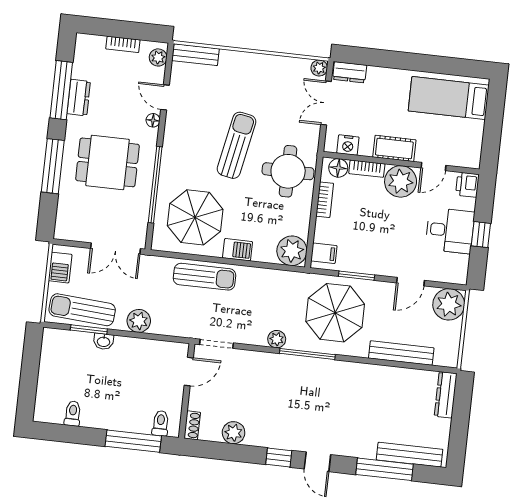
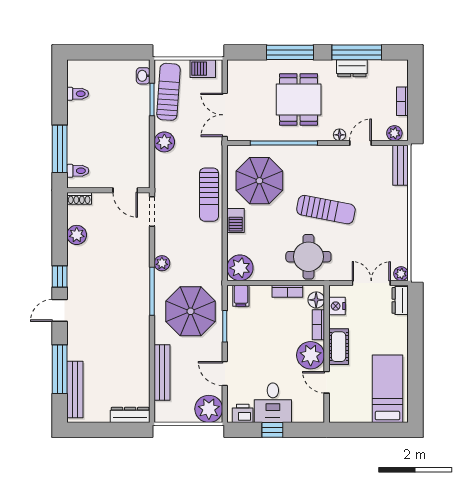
printer: (467, 185) -> (243, 413), moved
washbasin: (104, 341) -> (143, 76), moved

